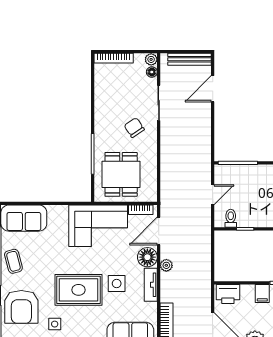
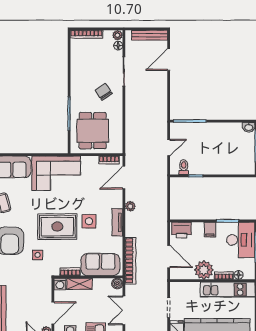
corner sofa: (98, 226) -> (56, 173), moved
floor lamp: (147, 257) -> (114, 199), removed

